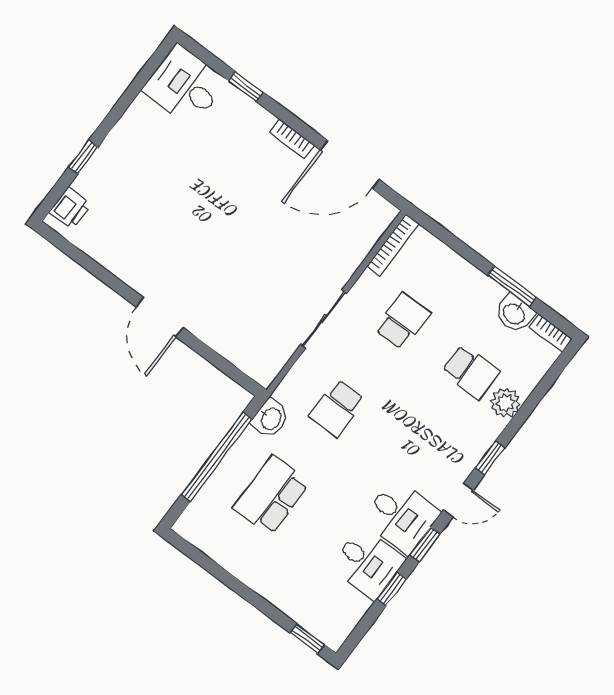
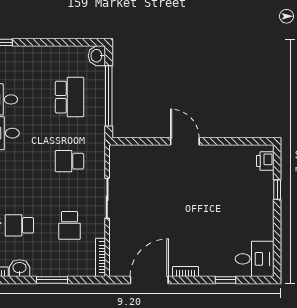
window: (512, 286) -> (52, 280), moved
school desk: (337, 408) -> (69, 161), turned -90
washbasin: (271, 418) -> (97, 56), moved

